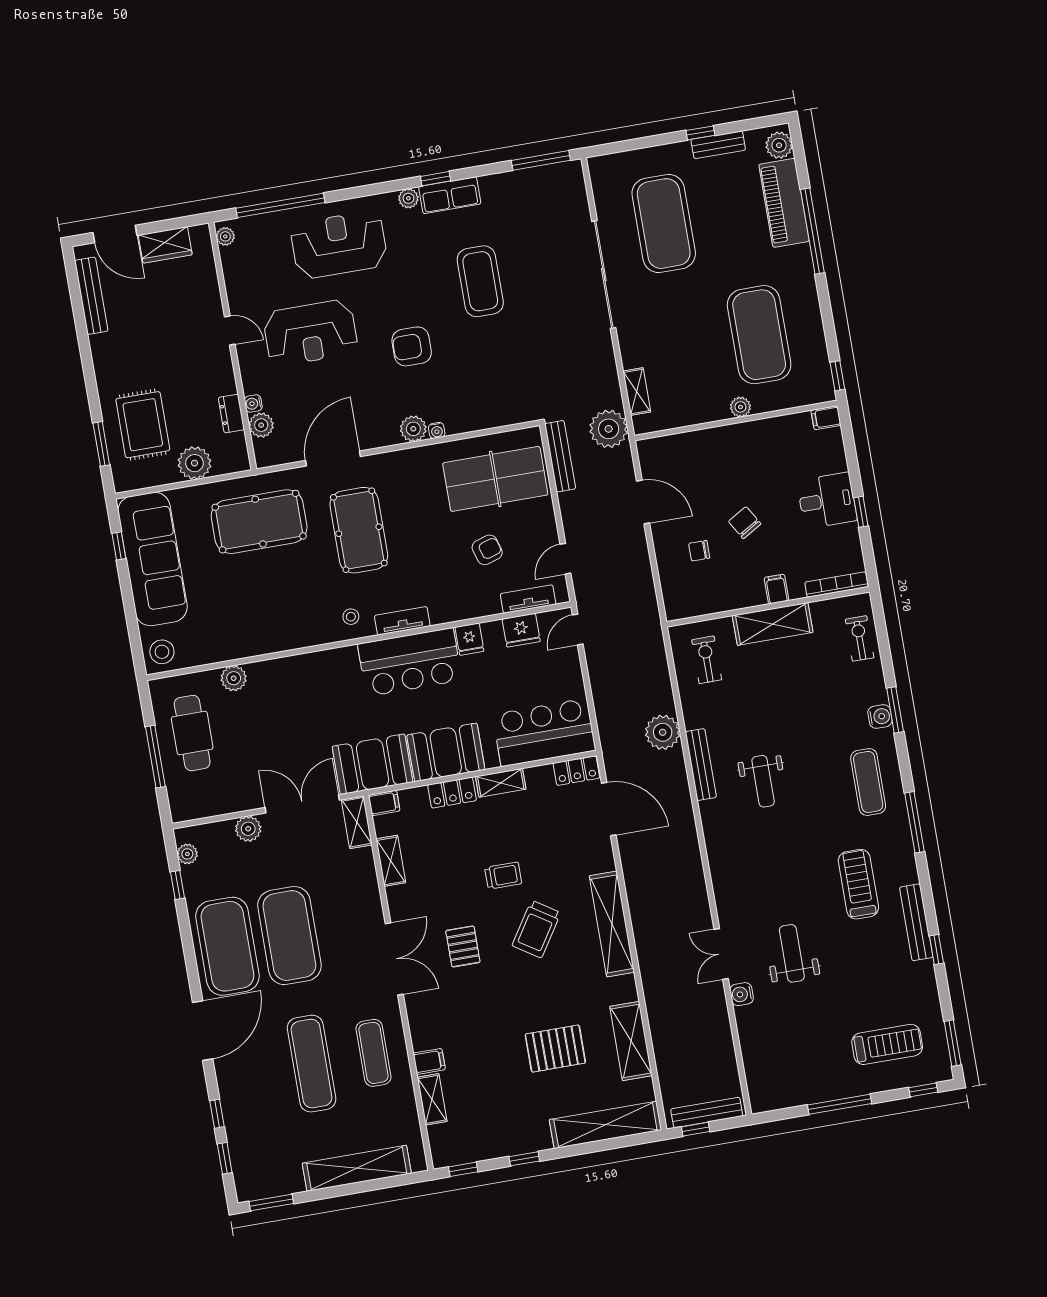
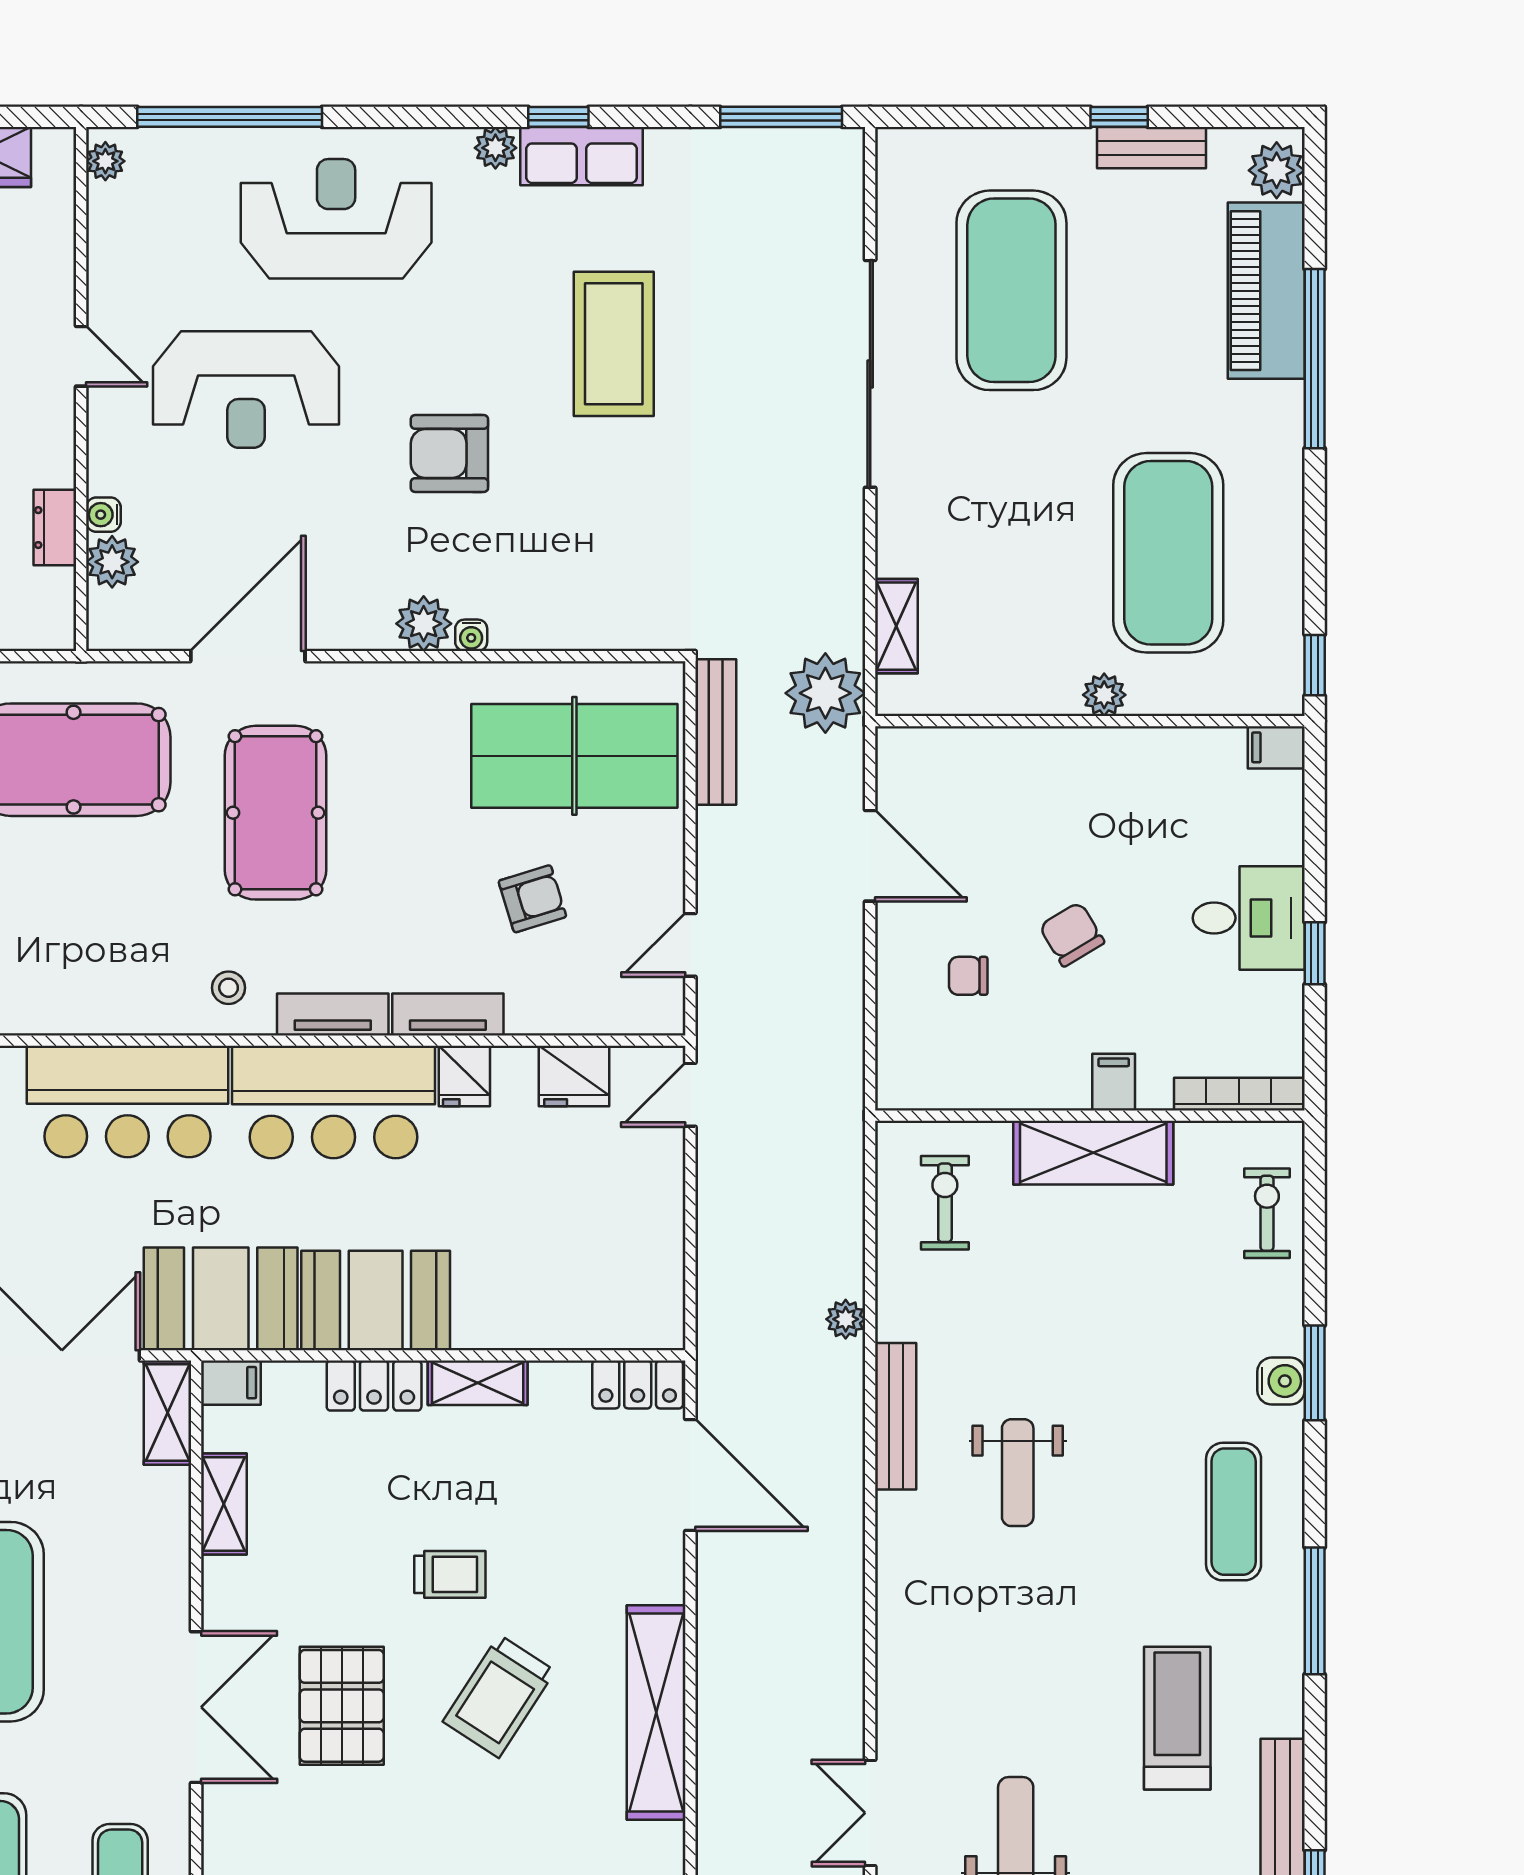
tv unit: (528, 599) -> (448, 1015), moved
bar counter: (544, 732) -> (127, 1102), moved, turned 180
plant: (663, 732) -> (846, 1319), width x0.53, depth x0.53
pallet: (463, 946) -> (342, 1706), width x1.50, depth x1.42

